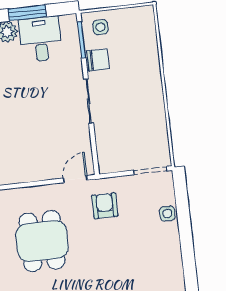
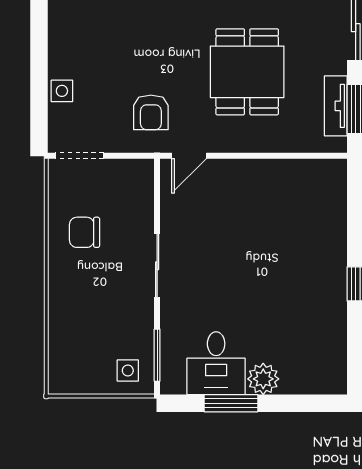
chair: (98, 60) -> (84, 232), moved

